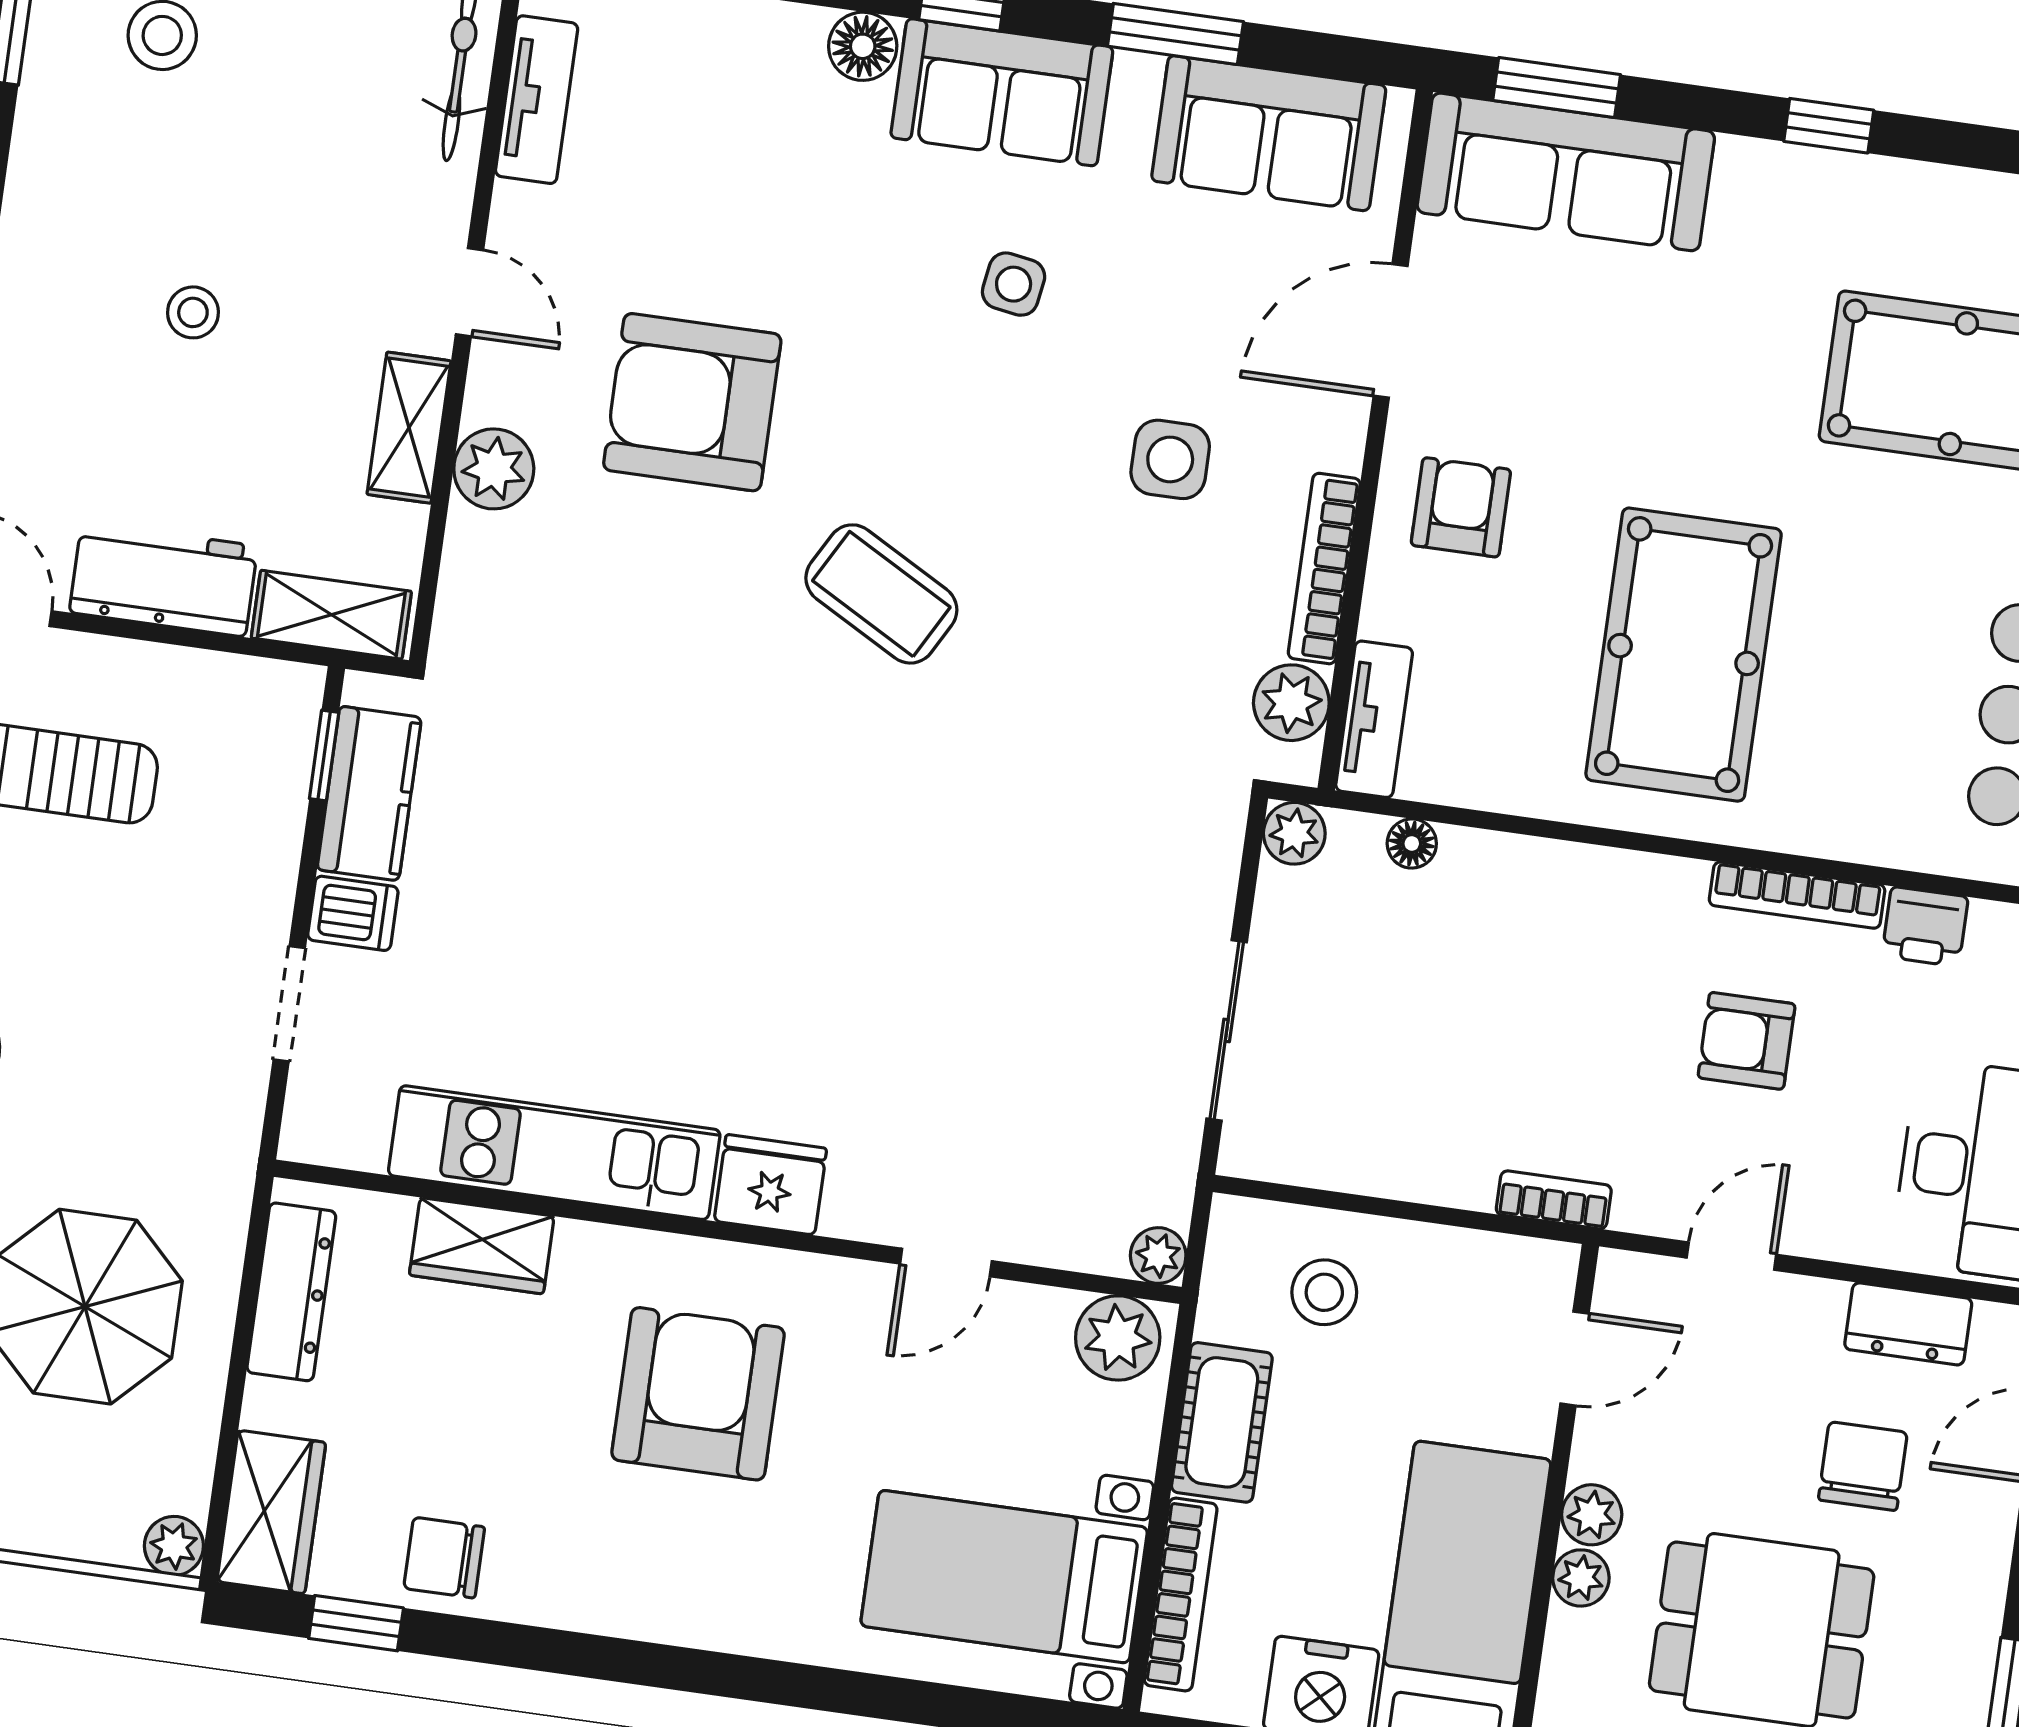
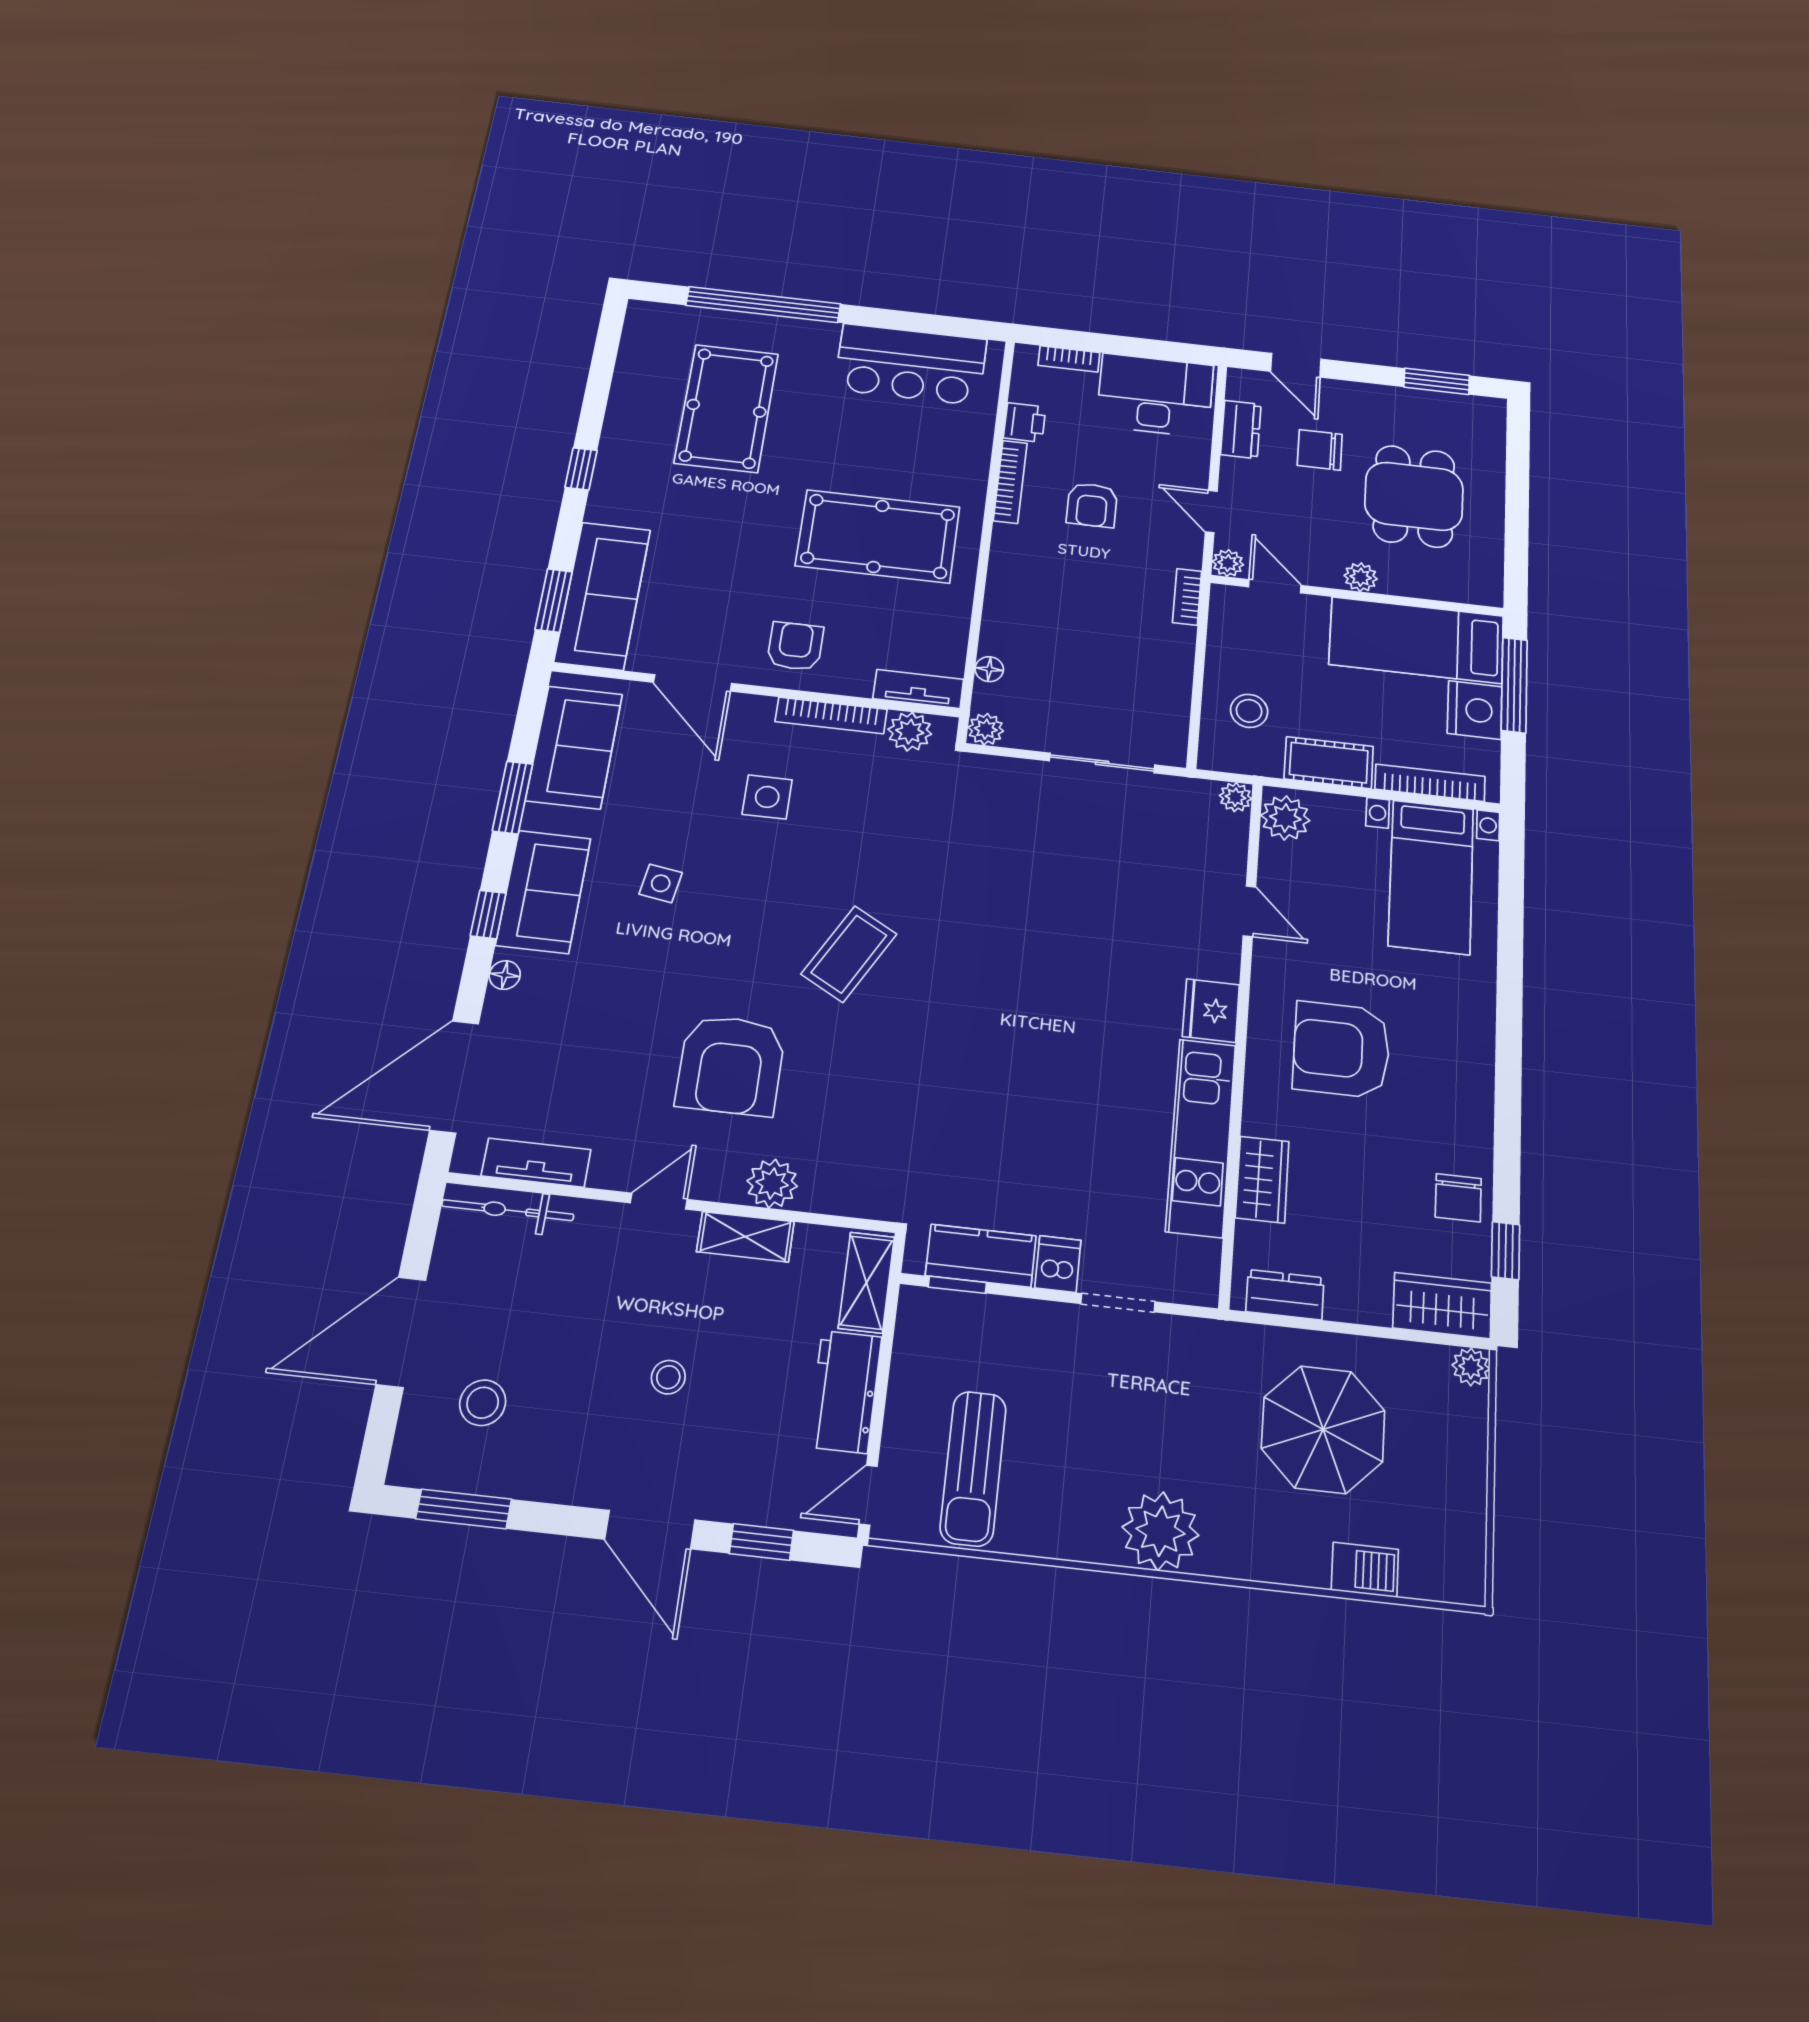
floor lamp: (863, 46) -> (505, 975), width x0.73, depth x0.73
armchair: (1461, 507) -> (795, 646), turned 90
dresser: (291, 1292) -> (1285, 1295), width x0.70
plant: (1581, 1578) -> (1228, 563), moved

